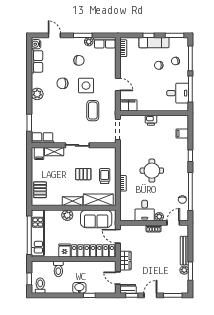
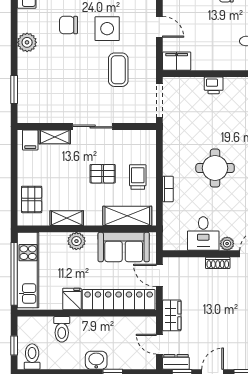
row of seats: (42, 138) -> (36, 114), removed
shelving: (72, 201) -> (67, 218), moved

